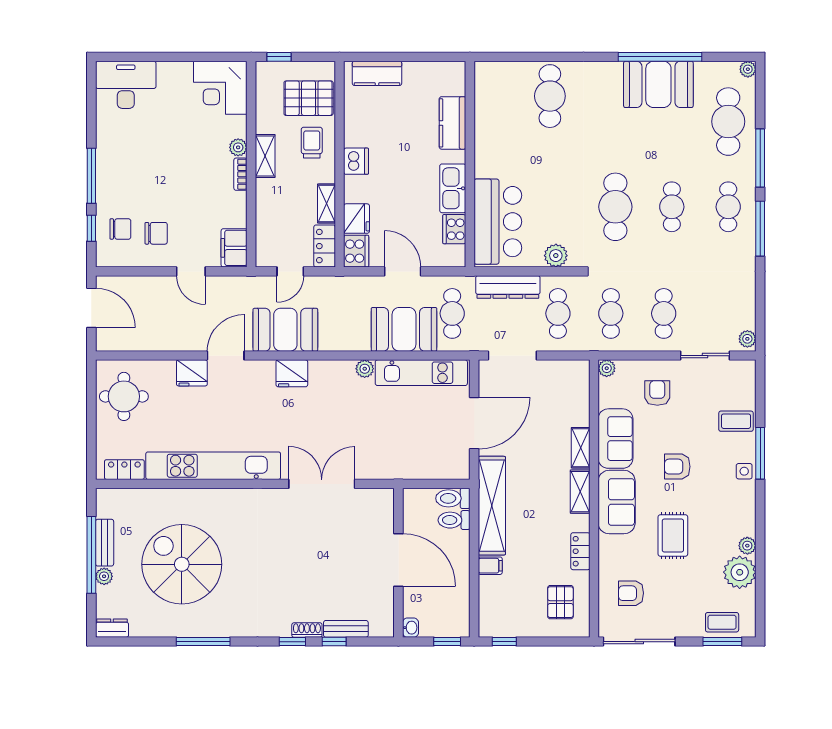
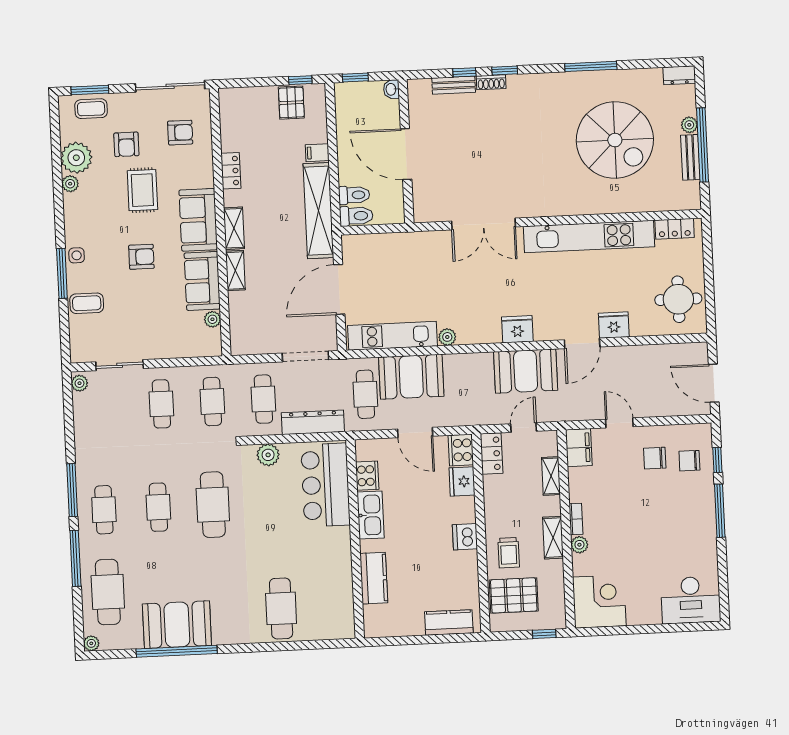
shelving: (326, 204) -> (551, 476), moved
plant: (607, 368) -> (212, 319), moved
armchair: (657, 393) -> (126, 144), moved
pallet: (560, 602) -> (291, 103), moved

